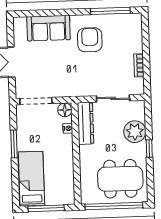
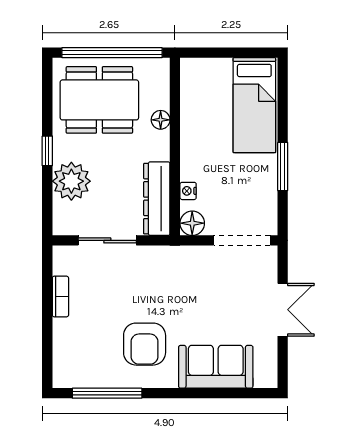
floor lamp: (85, 168) -> (161, 120), added
window: (46, 208) -> (230, 53), removed

